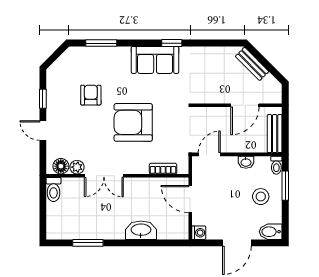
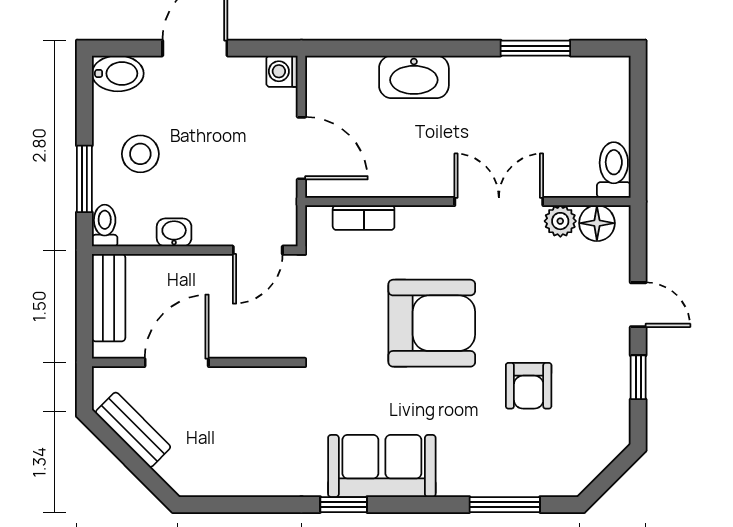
bench: (252, 64) -> (133, 430), moved

